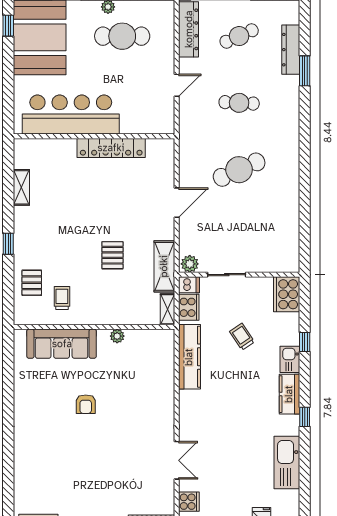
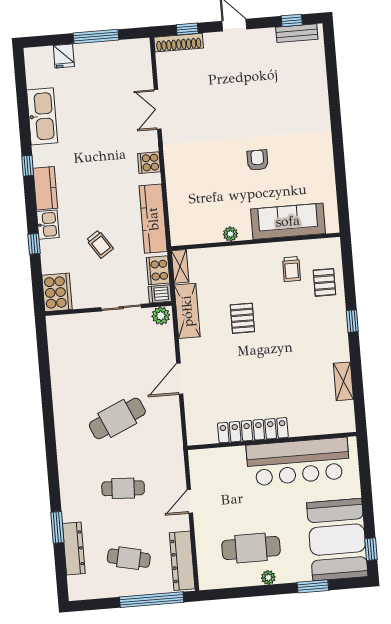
cafe table: (239, 36) -> (129, 558), turned 36
cooker: (189, 502) -> (149, 163), moved

